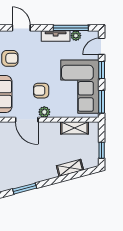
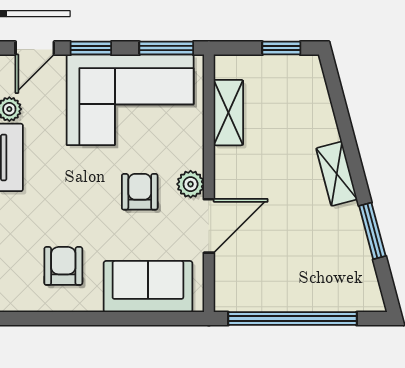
door: (102, 46) -> (35, 48), hinge flipped
armchair: (41, 91) -> (140, 192), turned 180
shelving: (70, 168) -> (337, 174), moved

